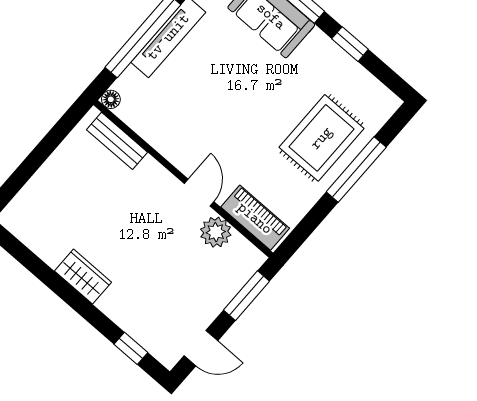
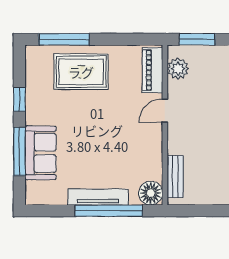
floor lamp: (111, 99) -> (151, 193), width x1.89, depth x1.89
window: (356, 169) -> (64, 39), moved
plant: (216, 232) -> (178, 69), moved

